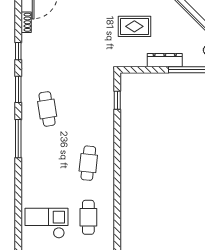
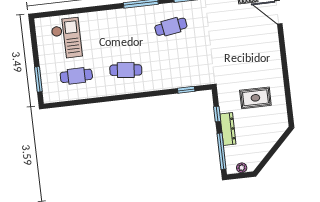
rug: (134, 26) -> (255, 98), turned 90
window: (147, 70) -> (217, 114), added

